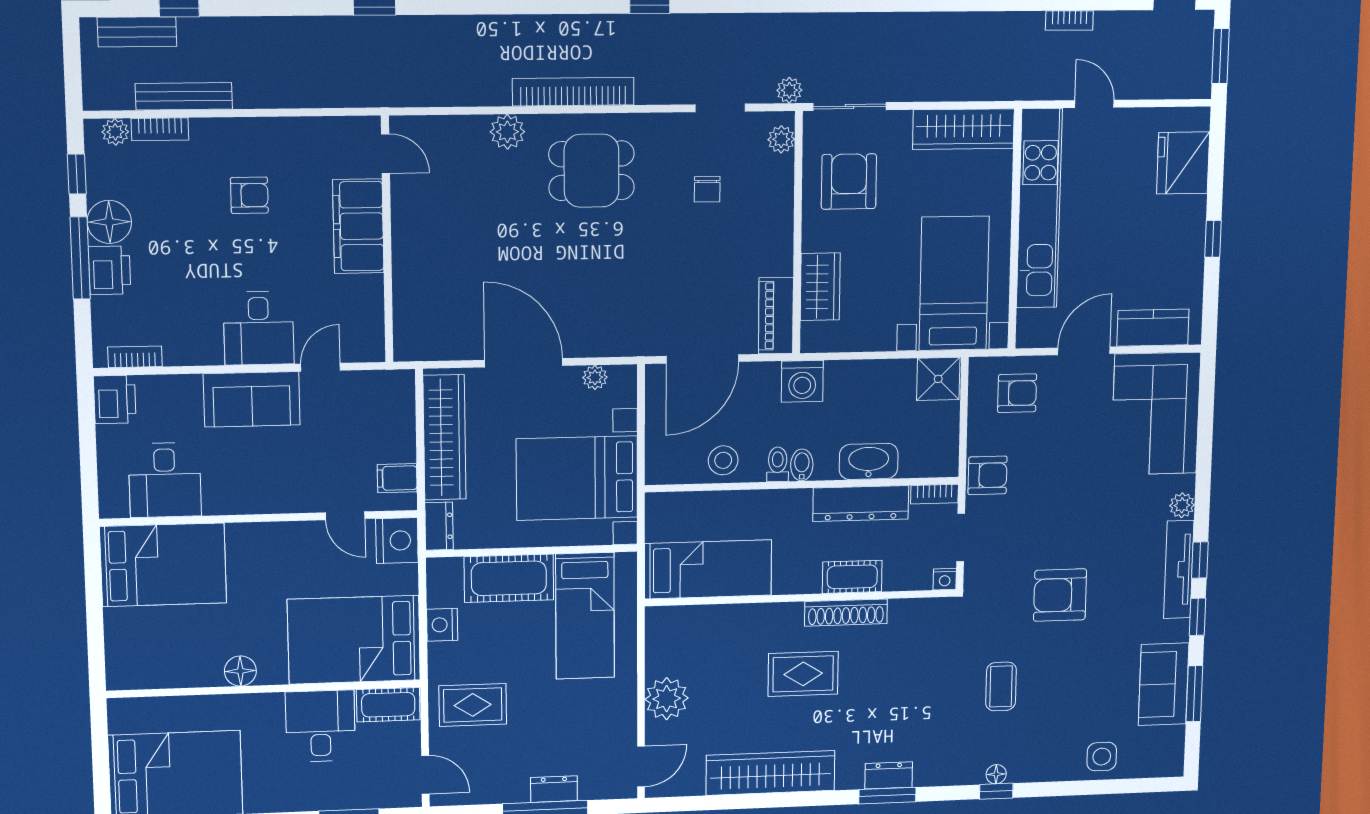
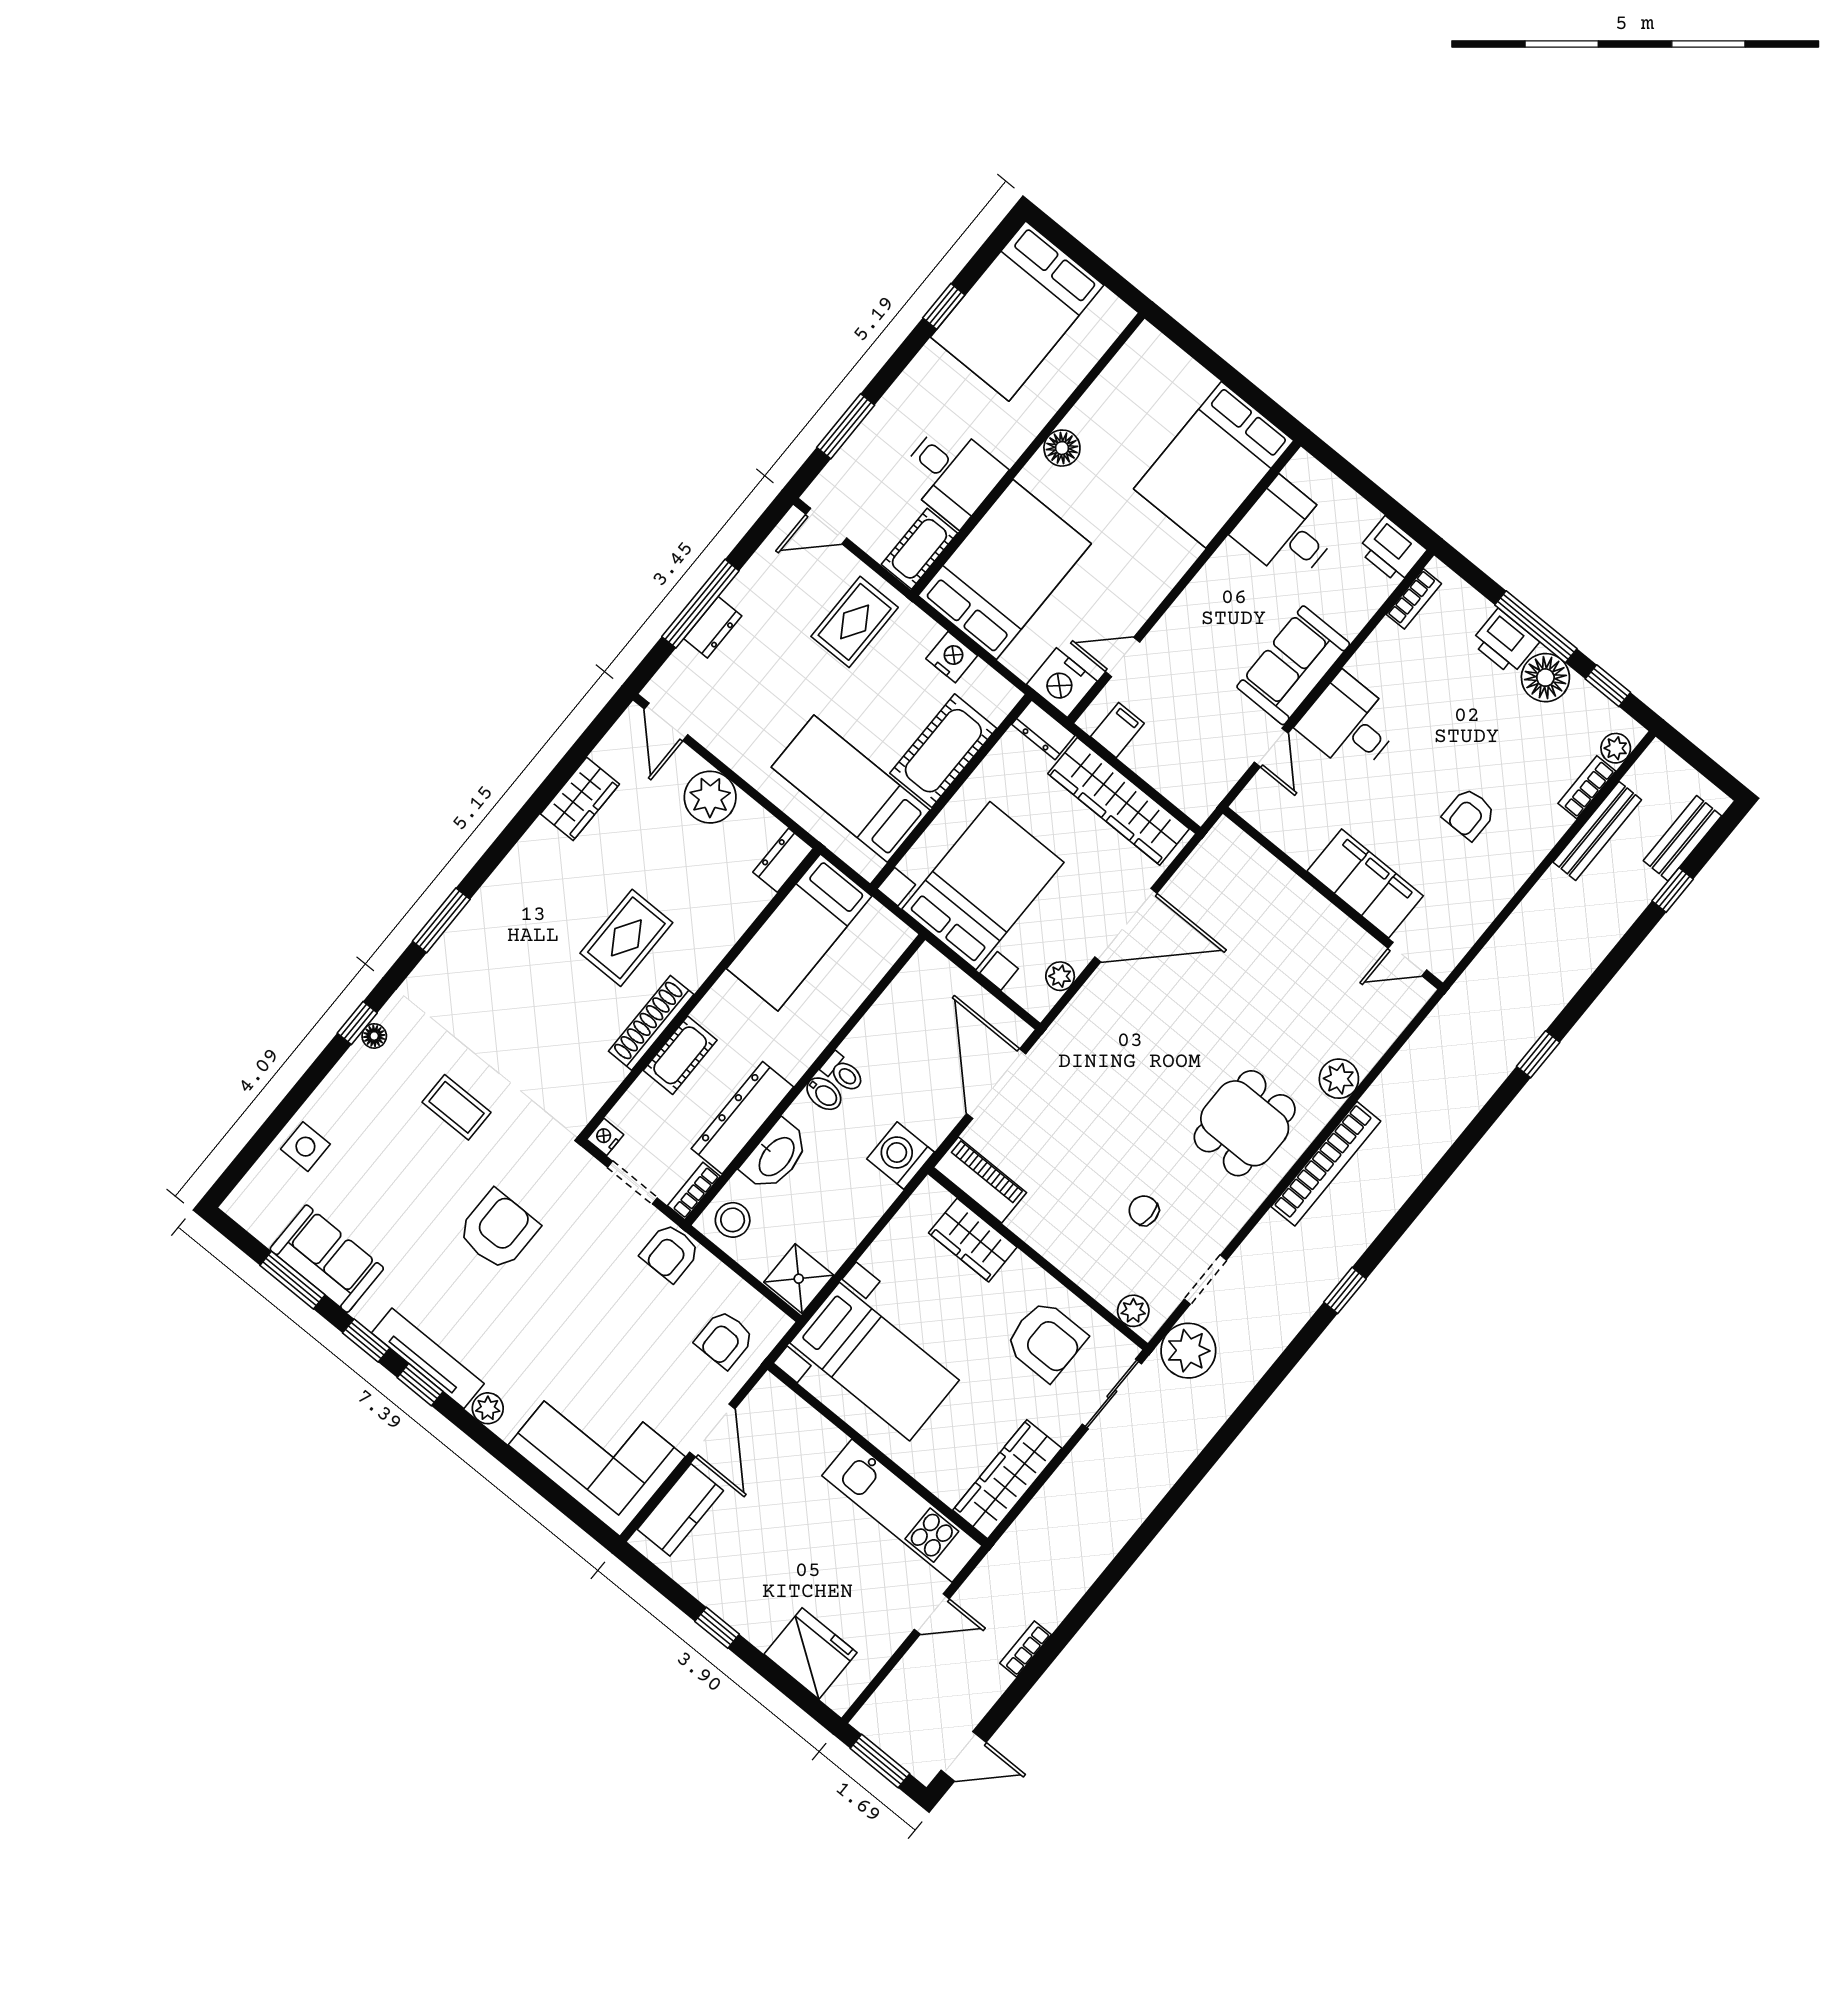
plant: (789, 90) -> (1188, 1351), width x1.88, depth x1.88
kitchen unit: (1039, 209) -> (902, 1511), width x0.73
stool: (723, 460) -> (733, 1220), moved
wardrobe: (770, 773) -> (580, 799), width x0.48, depth x0.85
dresser: (889, 775) -> (783, 860), moved, turned 180

